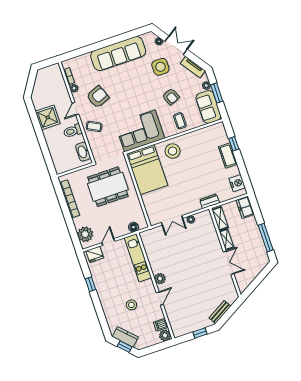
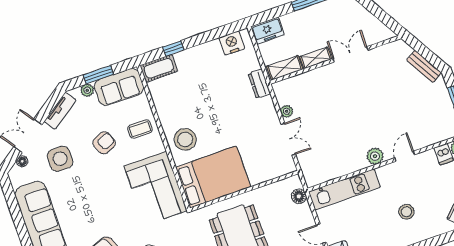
cot: (228, 155) -> (159, 68), moved
door: (160, 299) -> (405, 156), hinge flipped
stool: (131, 305) -> (406, 212), moved

